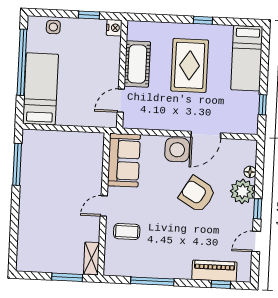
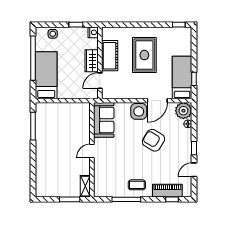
window: (203, 20) -> (179, 25), moved
bed: (247, 58) -> (182, 77), moved, turned 180
wardrobe: (110, 70) -> (92, 61), added
plant: (243, 191) -> (183, 111), moved
coffee table: (127, 231) -> (137, 185), moved

